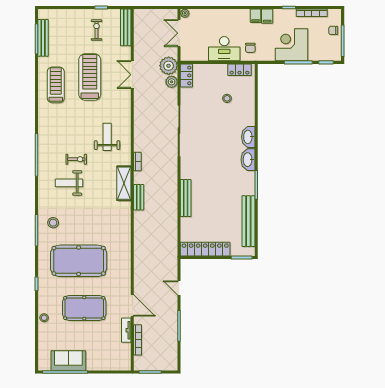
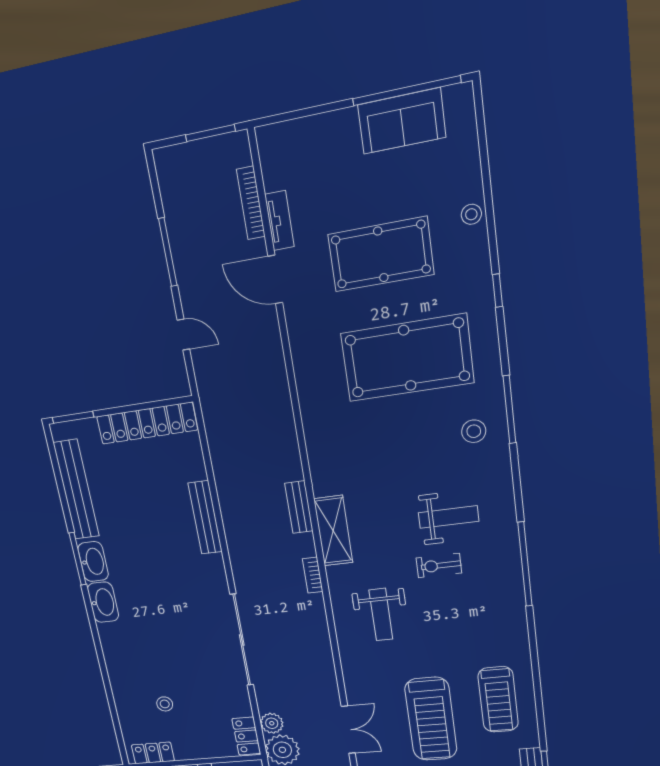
washbasin: (248, 137) -> (93, 562), moved

